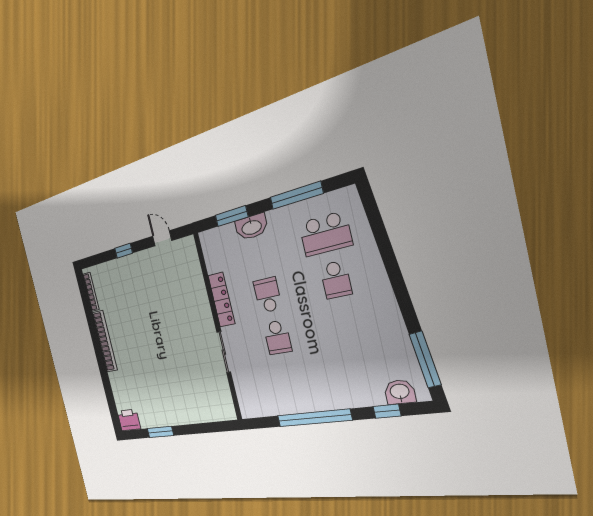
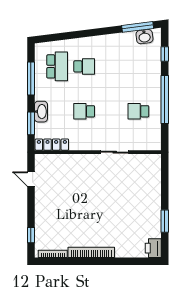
door: (162, 238) -> (31, 179), hinge flipped
window: (124, 251) -> (31, 235), moved
locker: (221, 300) -> (52, 145), moved
school desk: (277, 337) -> (138, 111), moved, turned 180
washbasin: (400, 392) -> (144, 37), moved, turned -97

